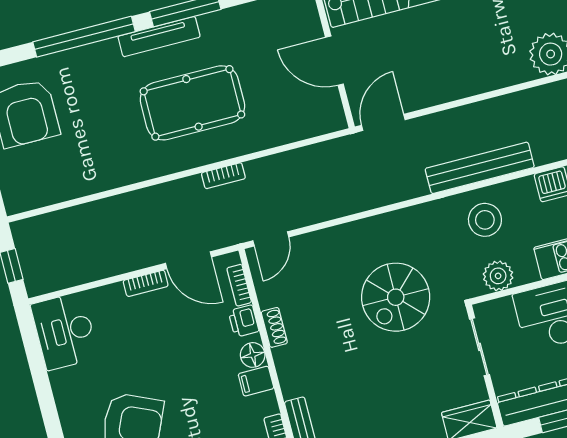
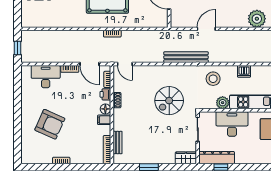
door: (383, 122) -> (206, 29), moved
bench: (480, 168) -> (186, 57), moved
door: (271, 239) -> (125, 64), hinge flipped
plant: (498, 276) -> (223, 103), moved
desk: (65, 331) -> (46, 77), moved, turned 90

